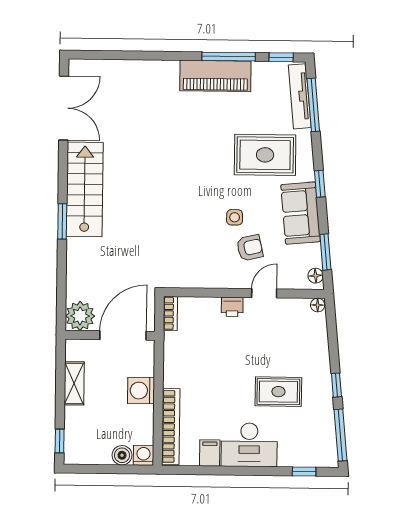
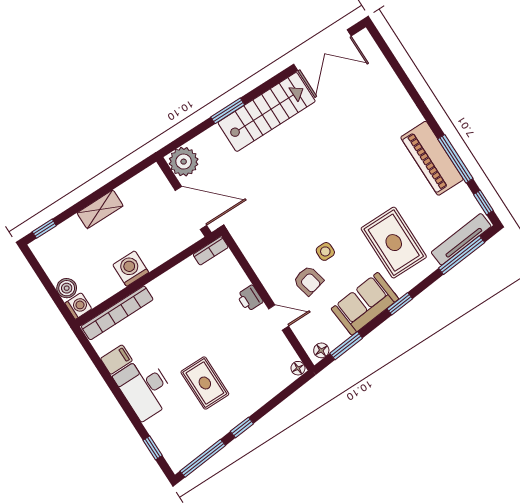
plant: (80, 316) -> (184, 162), moved
wall: (110, 335) -> (184, 197), moved
door: (123, 335) -> (191, 208), moved

